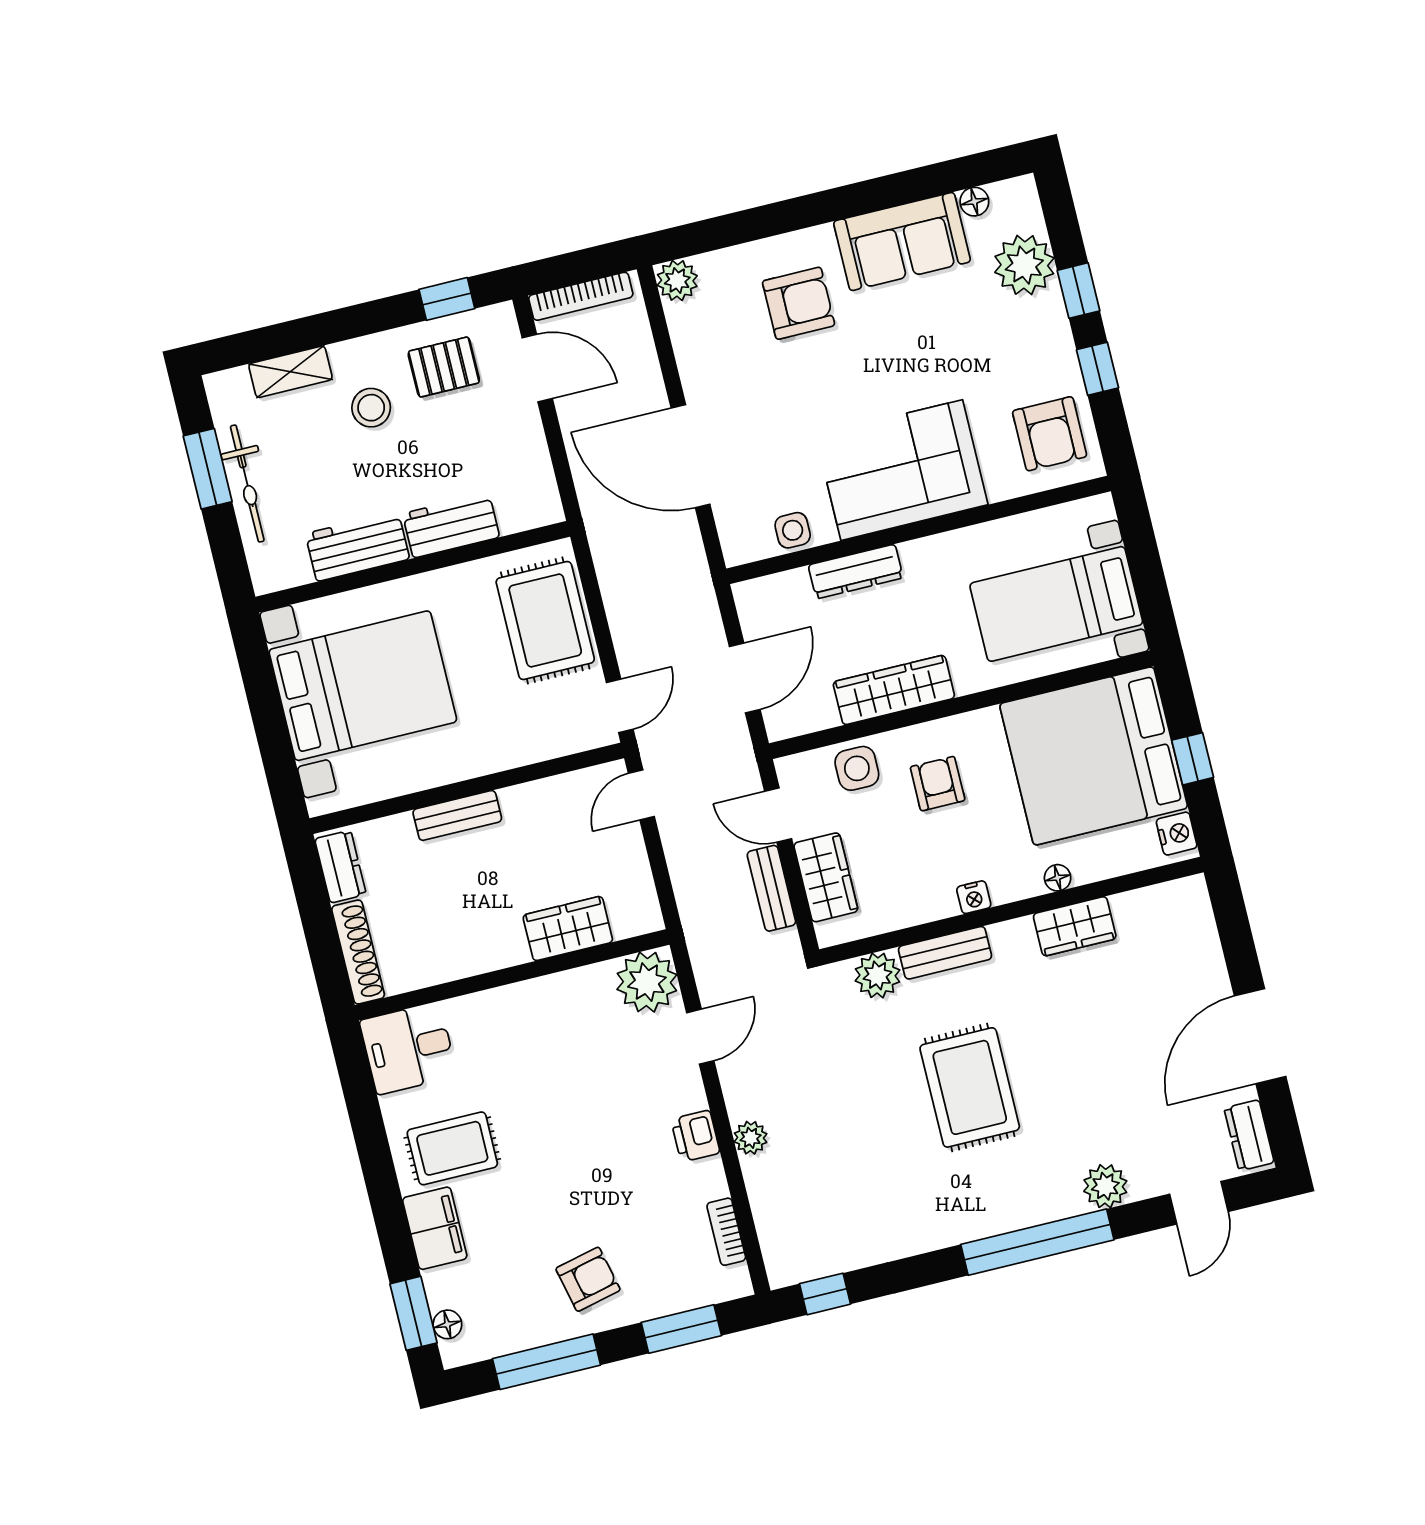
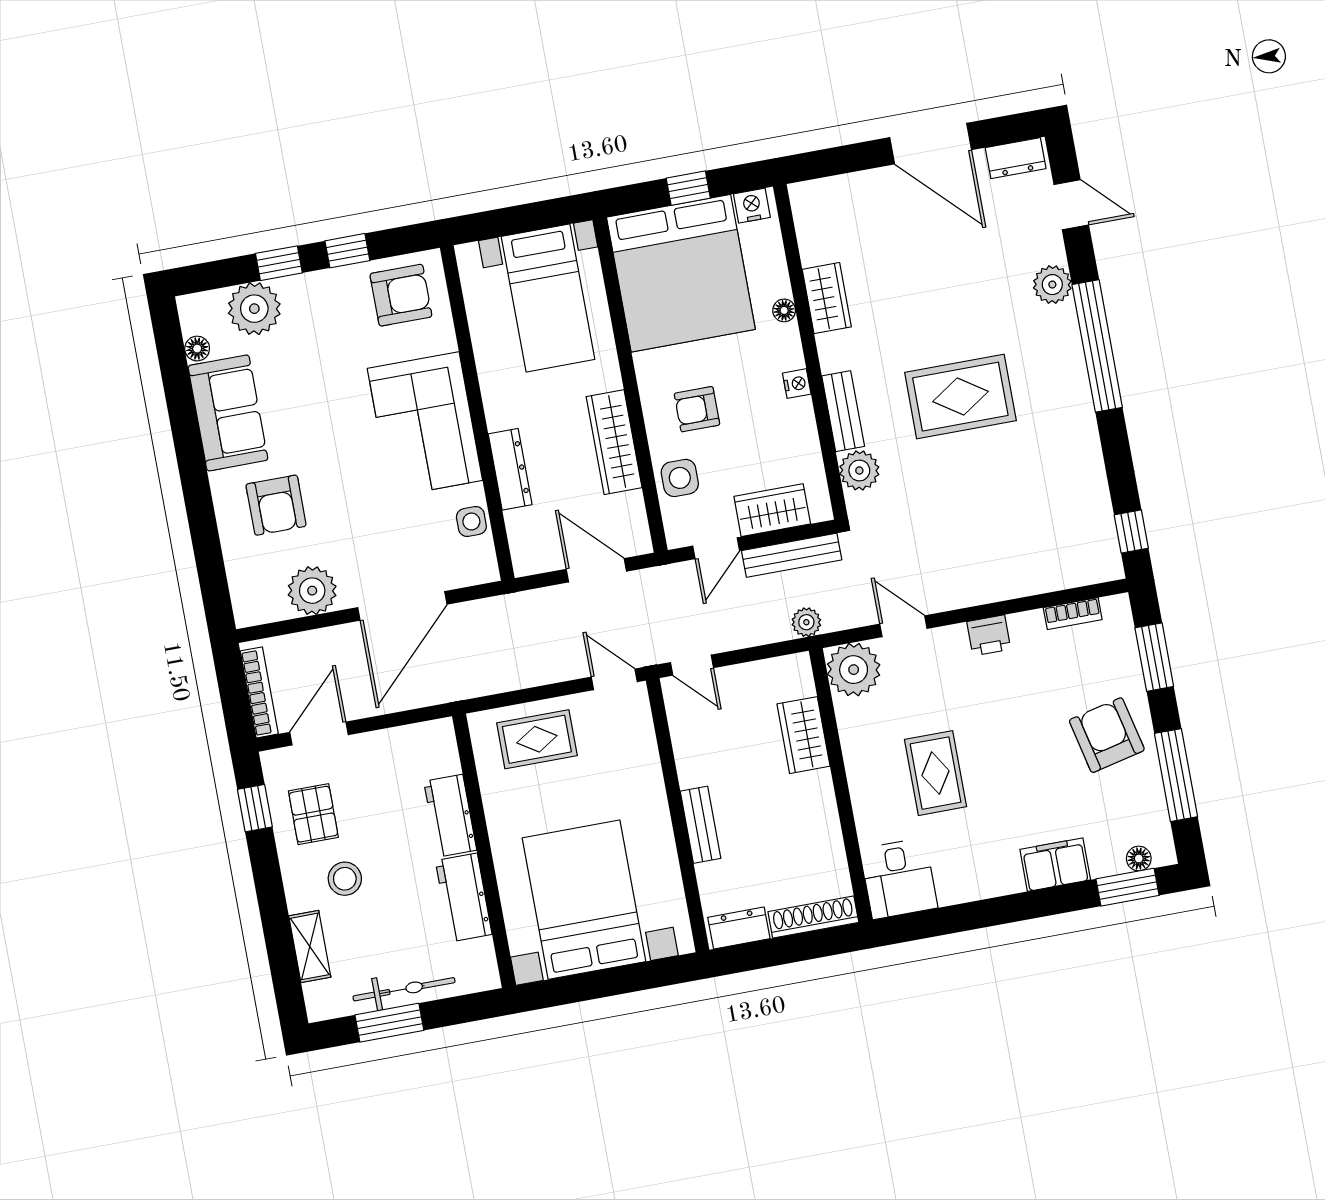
plant: (677, 281) -> (312, 591), moved, width x1.36, depth x1.36
armchair: (799, 303) -> (276, 505), turned 180
rug: (545, 620) -> (537, 739), width x0.73, depth x0.70
bench: (771, 888) -> (792, 555), width x1.36
plant: (751, 1138) -> (806, 622), moved
rug: (452, 1148) -> (936, 773), moved
armchair: (588, 1279) -> (1107, 735), width x1.38, depth x1.38

